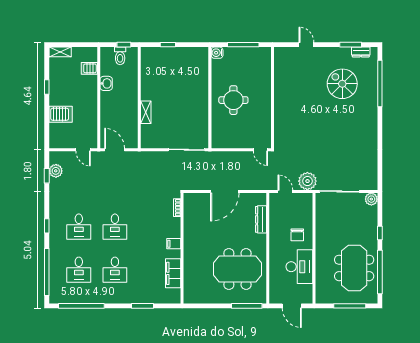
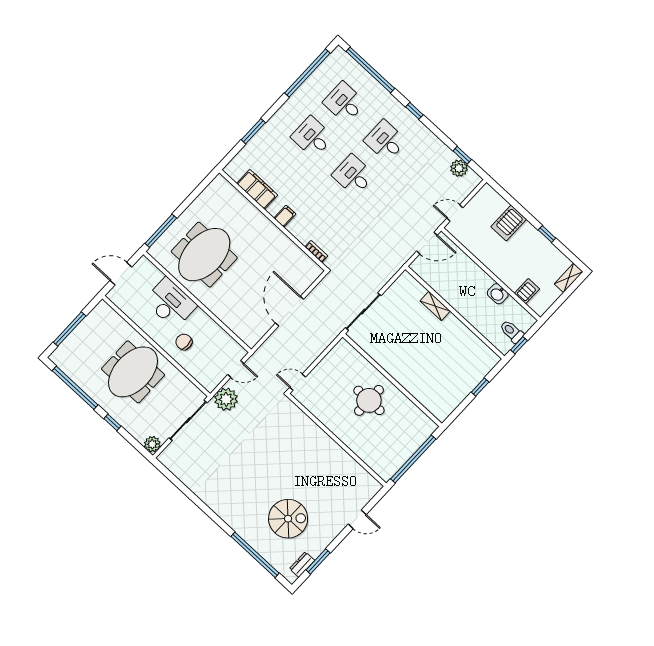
window: (243, 45) -> (413, 459), width x1.46
water cooler: (217, 53) -> (429, 427), removed
dresser: (261, 219) -> (231, 321), removed
desk: (299, 267) -> (170, 303), moved, turned 180
meeting table: (354, 268) -> (133, 372), moved, turned 90

